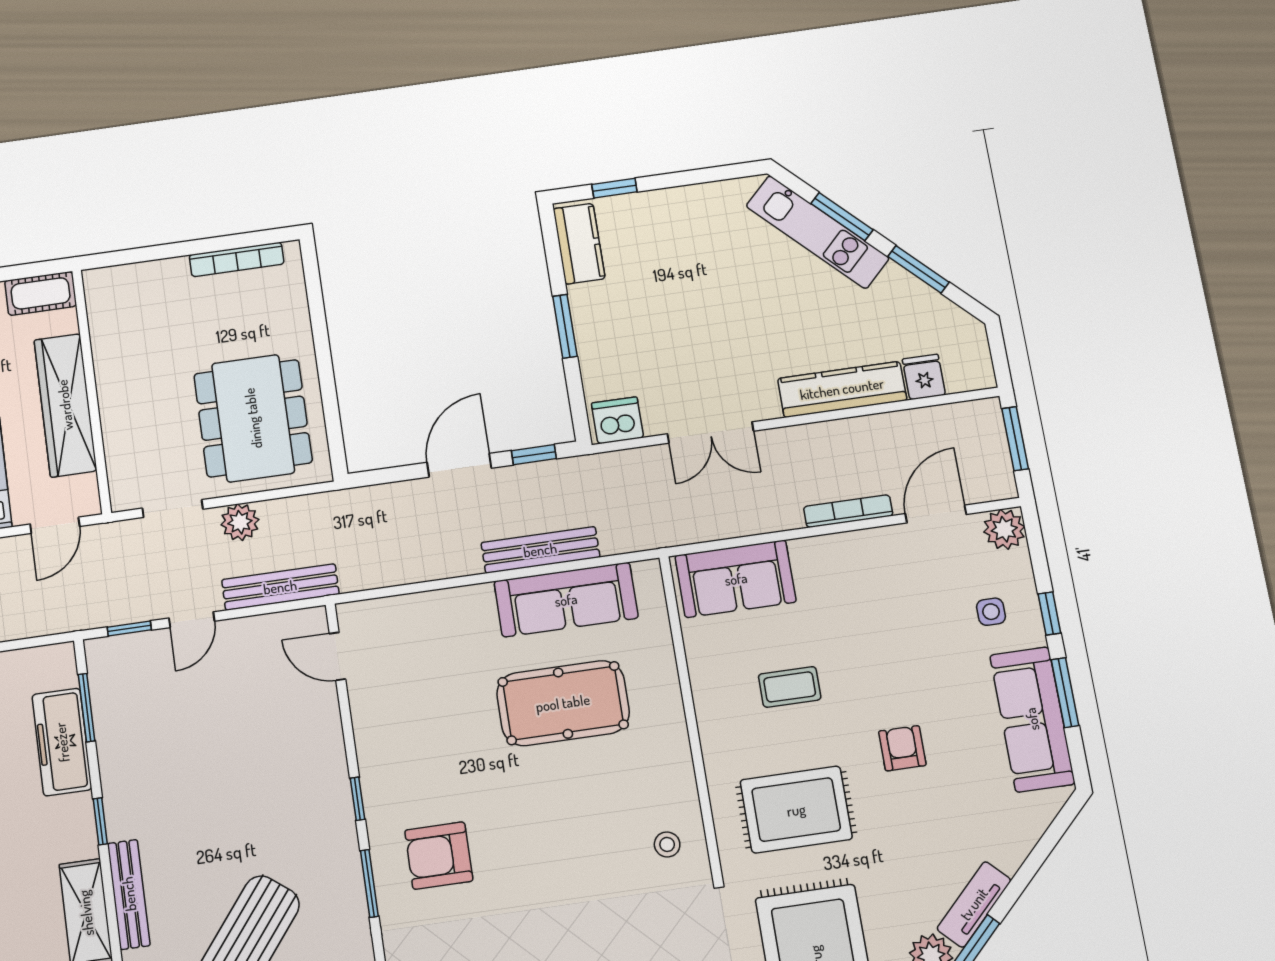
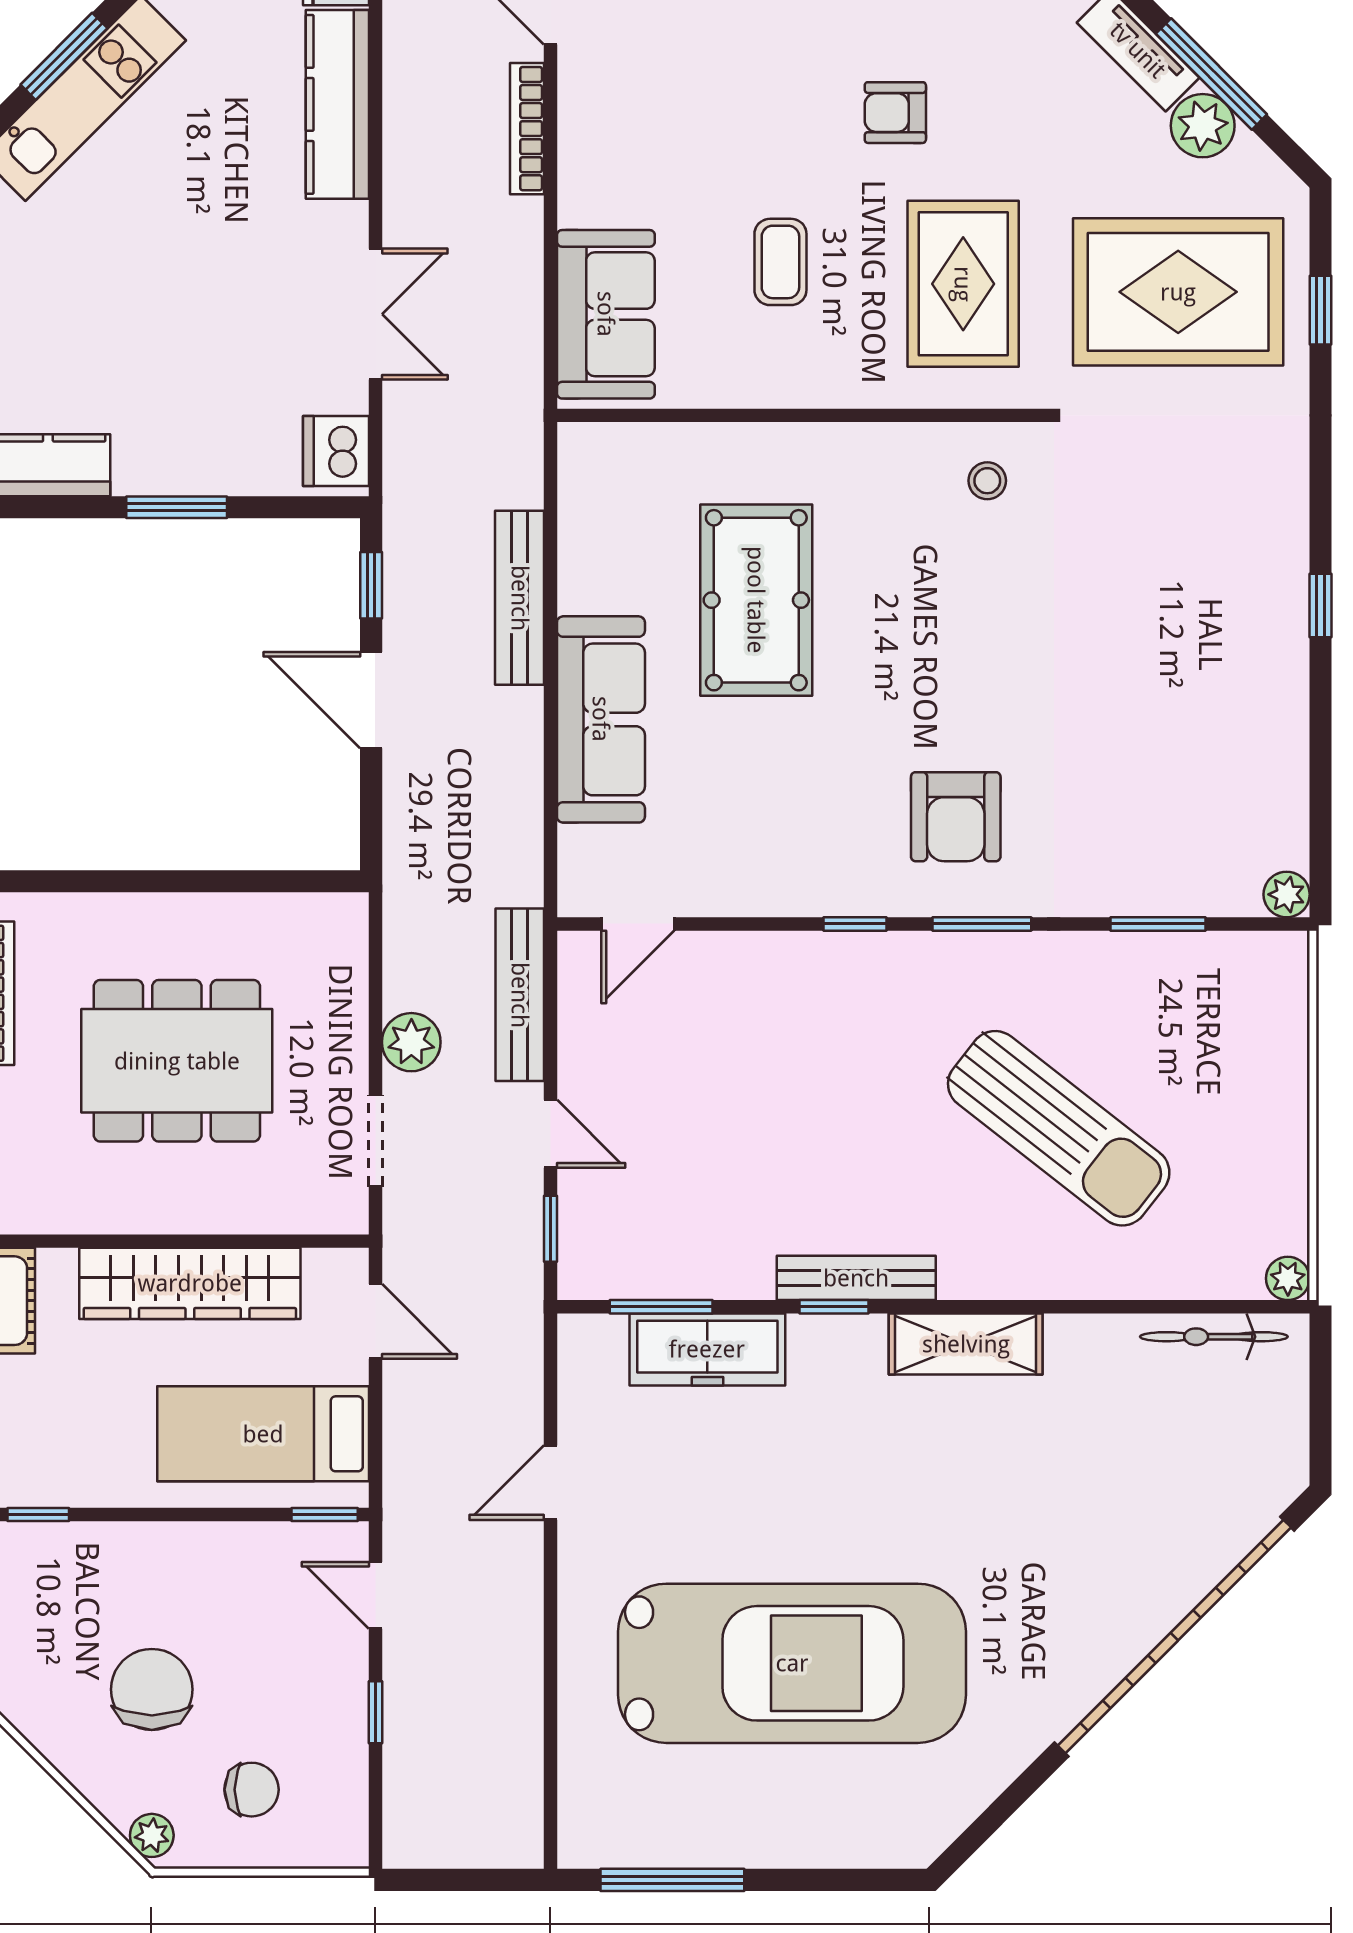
dining table: (253, 418) -> (177, 1061), moved
sofa: (566, 600) -> (601, 719), moved
bench: (129, 894) -> (856, 1278), moved

